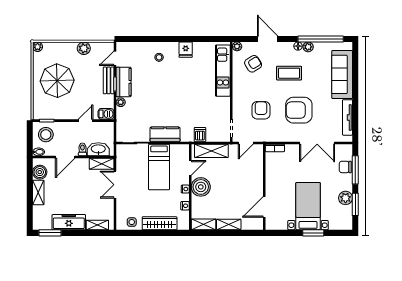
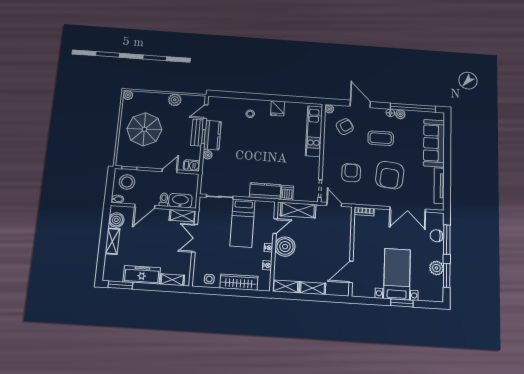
armchair: (299, 110) -> (390, 175), turned -84
kitchen counter: (165, 134) -> (265, 191), moved
door: (246, 143) -> (334, 204), swing flipped

